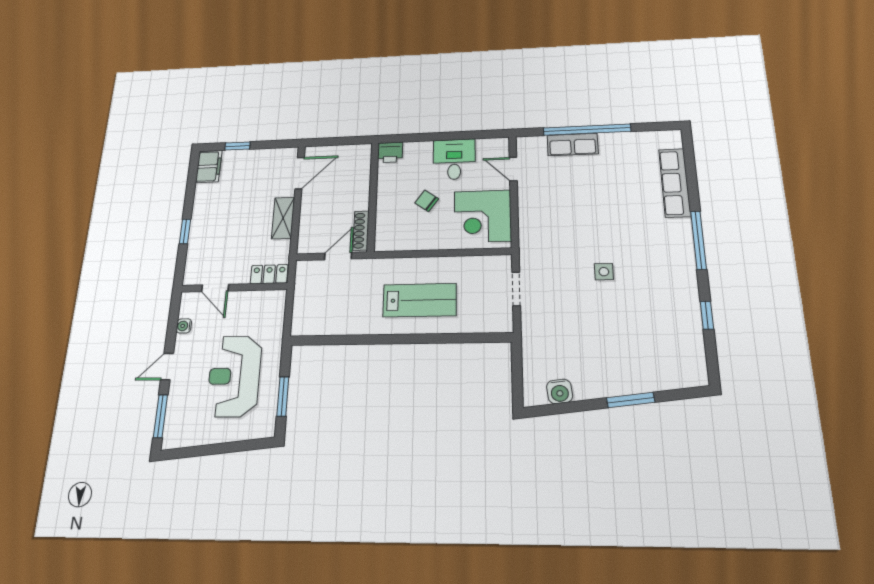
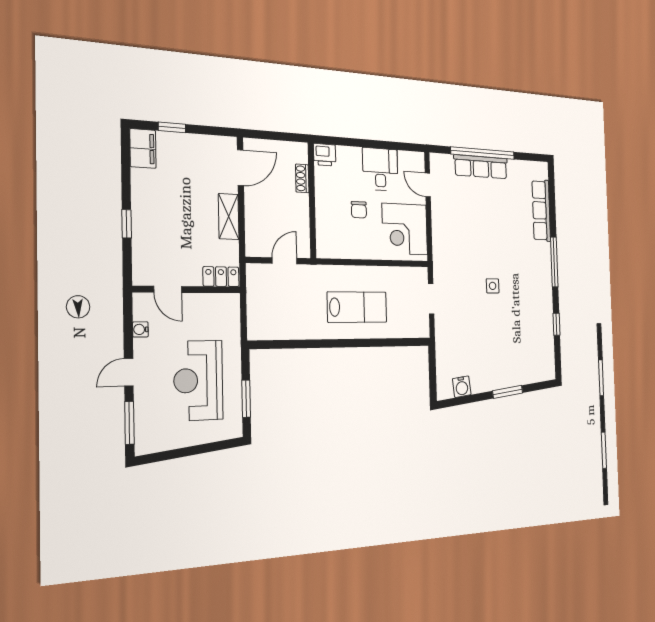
row of seats: (573, 144) -> (481, 167), width x1.48
chair: (427, 201) -> (359, 210), turned -126
shoe rack: (361, 231) -> (302, 178), moved, width x0.70

